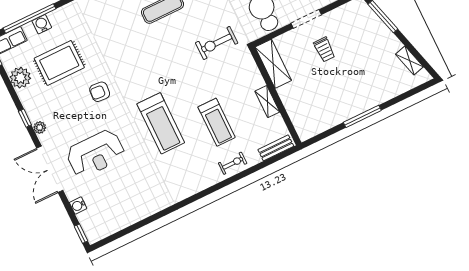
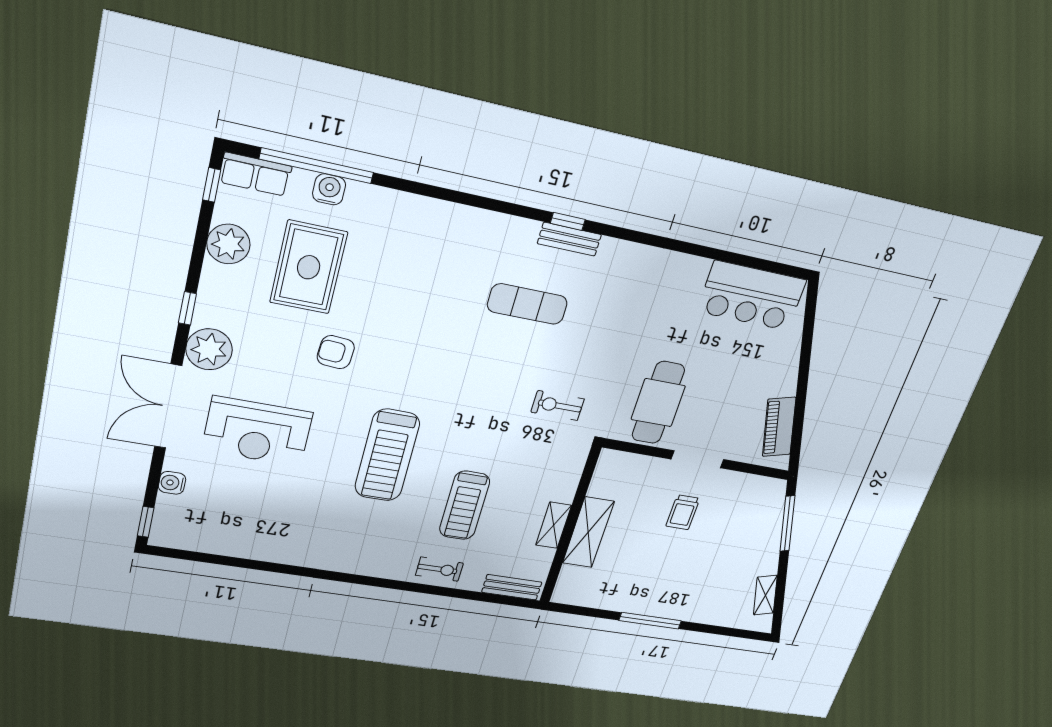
exercise bike: (217, 43) -> (558, 406), width x0.73, depth x0.72
rug: (59, 63) -> (309, 267), turned 90
shelving: (273, 64) -> (588, 532), moved
plant: (40, 127) -> (209, 349), width x1.87, depth x1.87

